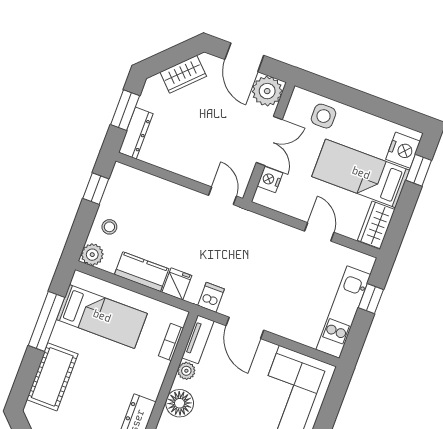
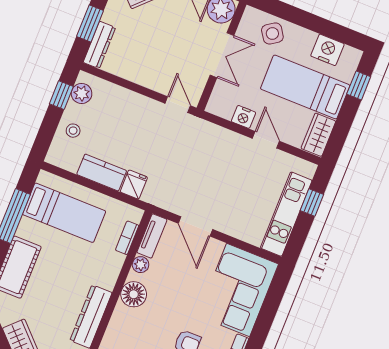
side table: (324, 116) -> (272, 33), turned -34
nightstand: (403, 150) -> (327, 50), moved, turned -90
nightstand: (270, 179) -> (243, 117), moved, turned -90
plant: (92, 255) -> (82, 93), moved
dishwasher: (211, 297) -> (165, 198), removed

